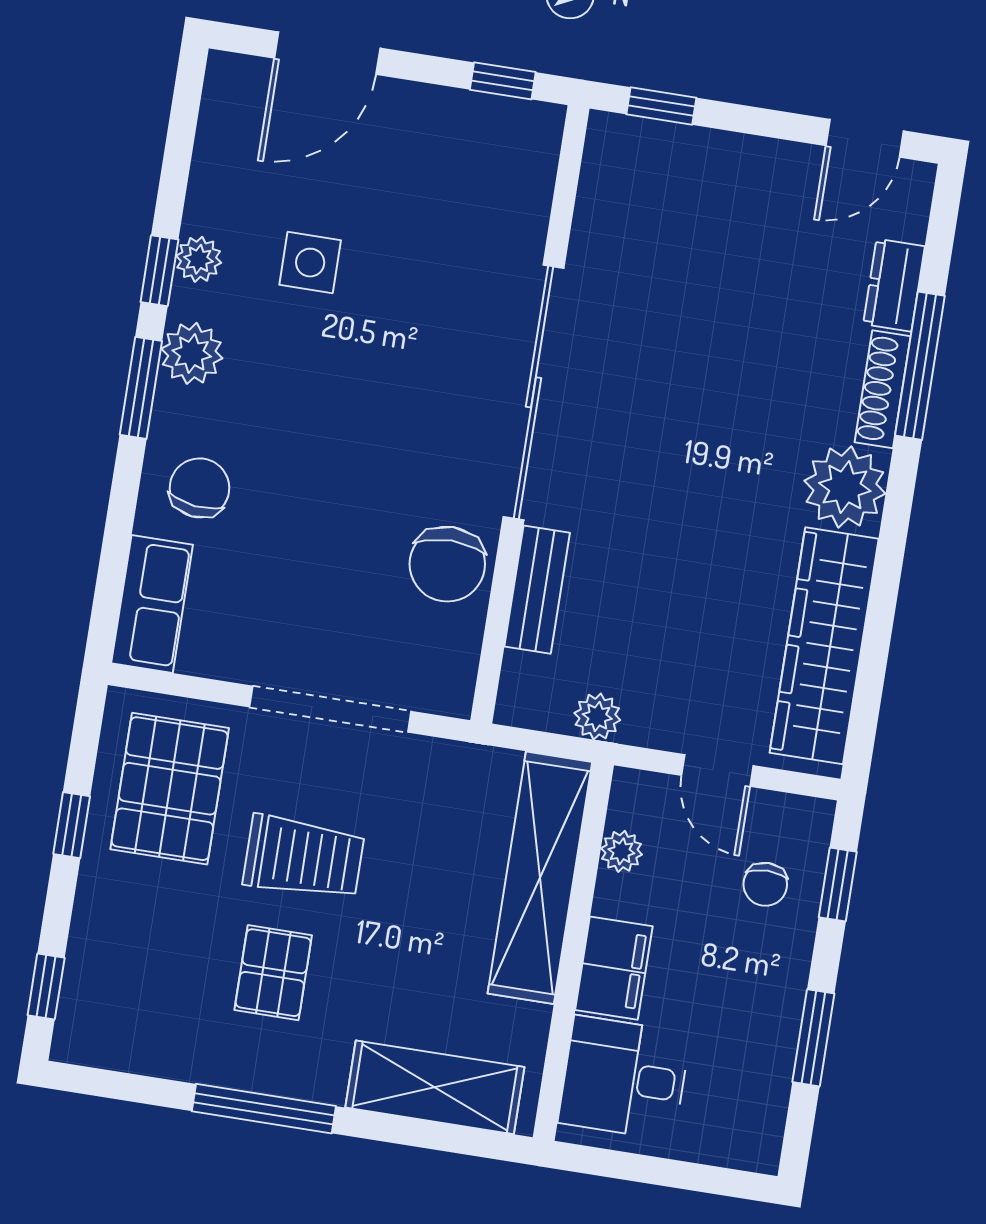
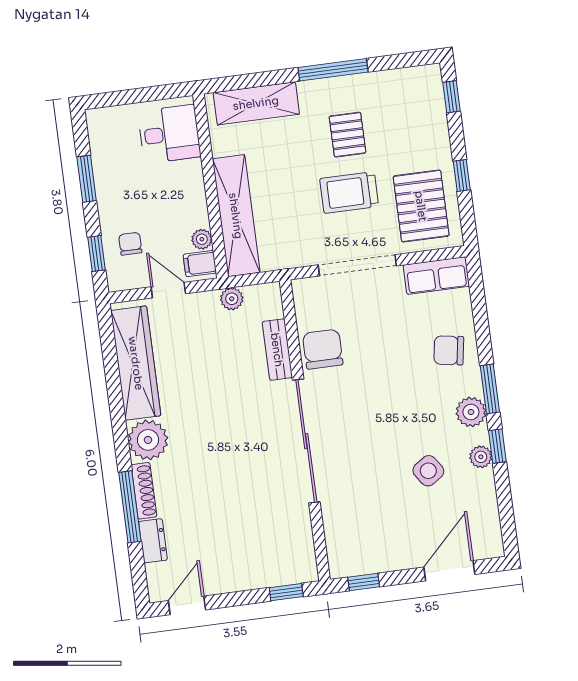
side table: (310, 263) -> (428, 471), turned -34
chair: (199, 488) -> (449, 350), turned 92
row of seats: (152, 604) -> (436, 276), moved, turned -90
filing cabinet: (614, 968) -> (200, 264), moved, width x0.50

